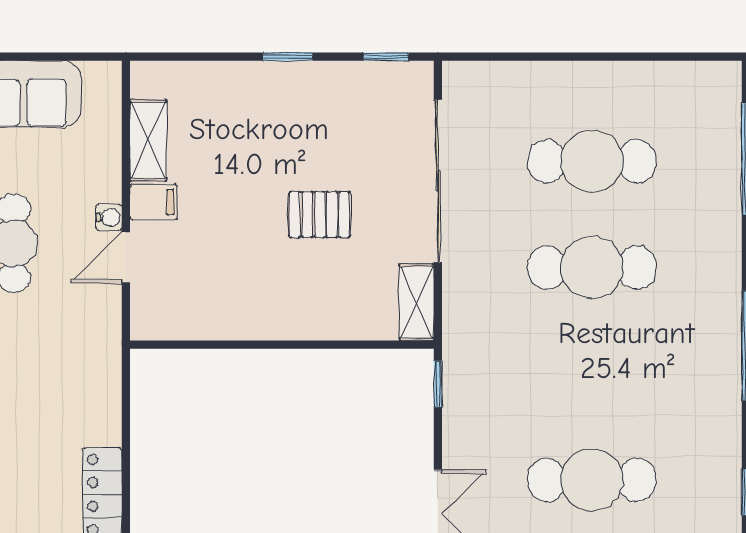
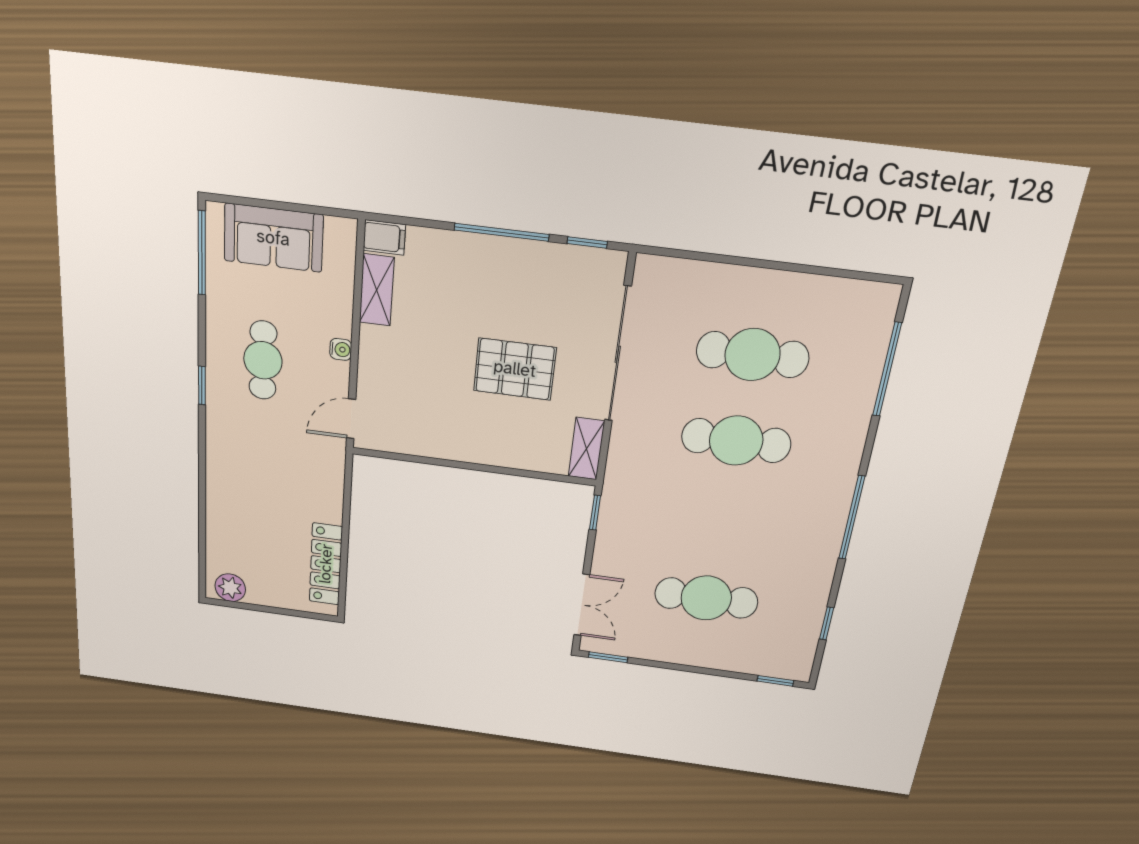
window: (288, 57) -> (502, 232), width x2.17
filing cabinet: (154, 202) -> (384, 237), moved
pallet: (320, 214) -> (515, 369), width x1.50, depth x1.42
door: (126, 257) -> (351, 419), moved

